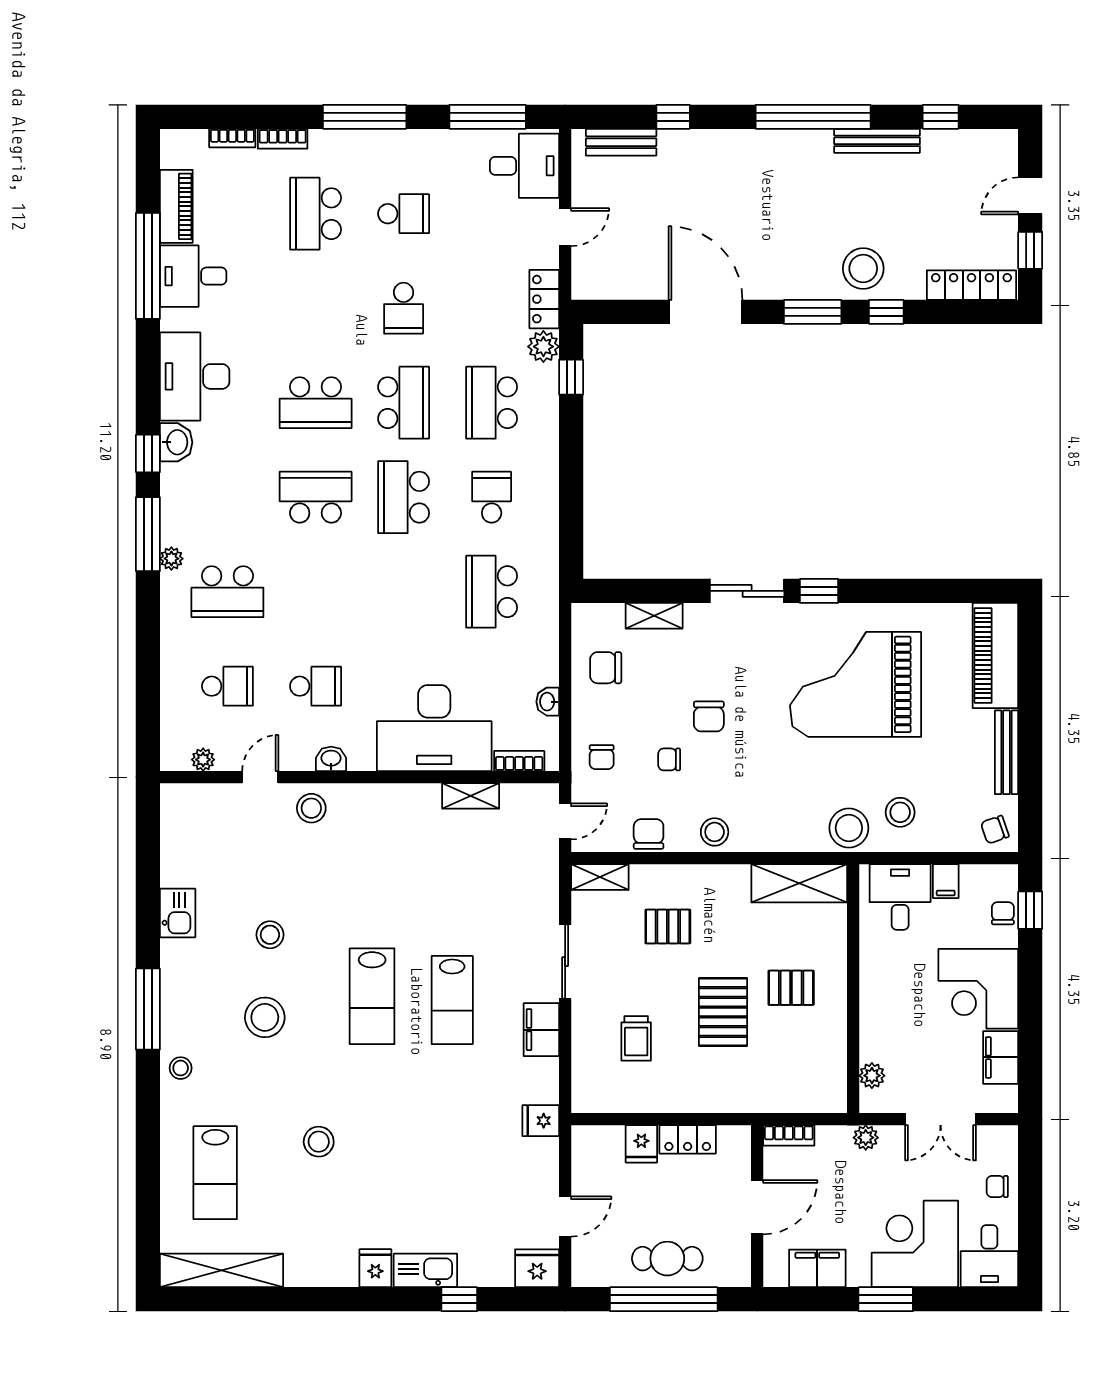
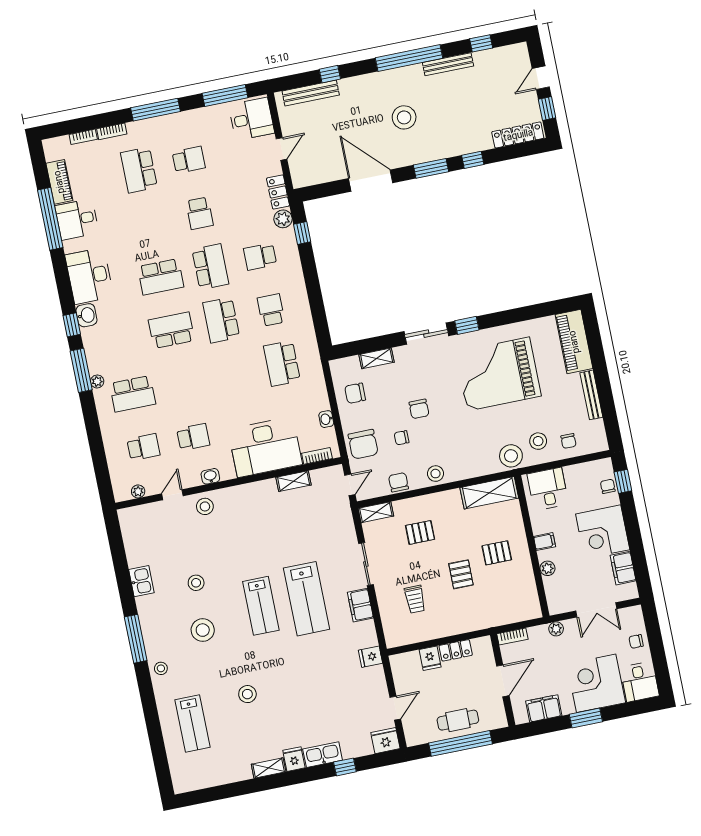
bench: (621, 142) -> (311, 93), width x1.36
stool: (863, 269) -> (404, 117), moved
school desk: (492, 403) -> (260, 257), width x0.54
chair: (602, 757) -> (363, 444), width x1.87, depth x1.87
chair: (995, 830) -> (568, 441), moved, turned -71
filing cabinet: (946, 881) -> (544, 542), moved, turned -90
lab bench: (452, 1000) -> (307, 599), width x1.36, depth x1.39
pallet: (723, 1012) -> (461, 574), width x0.67, depth x0.71
plant: (872, 1076) -> (547, 568), moved
shelving: (222, 1270) -> (269, 768), moved, width x0.45, depth x0.75

